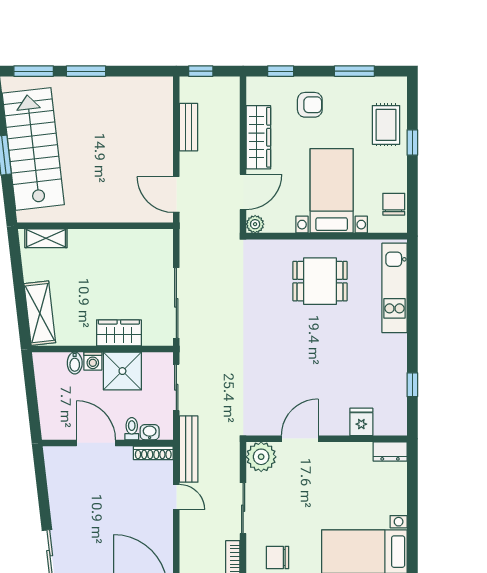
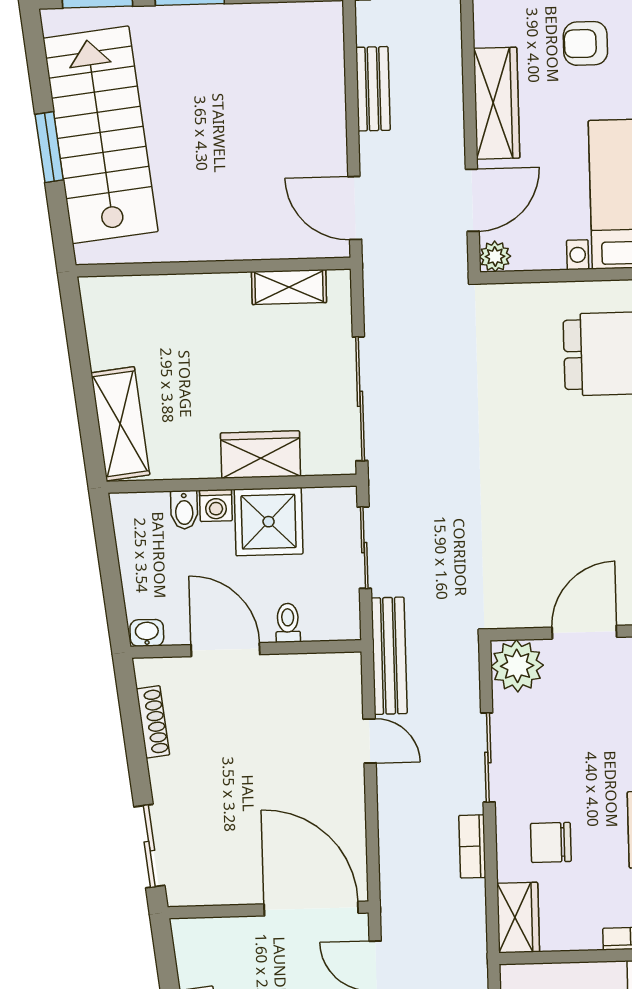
armchair: (310, 105) -> (585, 43), turned 180
shelving: (46, 238) -> (289, 287), moved
washbasin: (150, 432) -> (147, 633), moved
shoe rack: (153, 453) -> (153, 722), moved, turned -97

